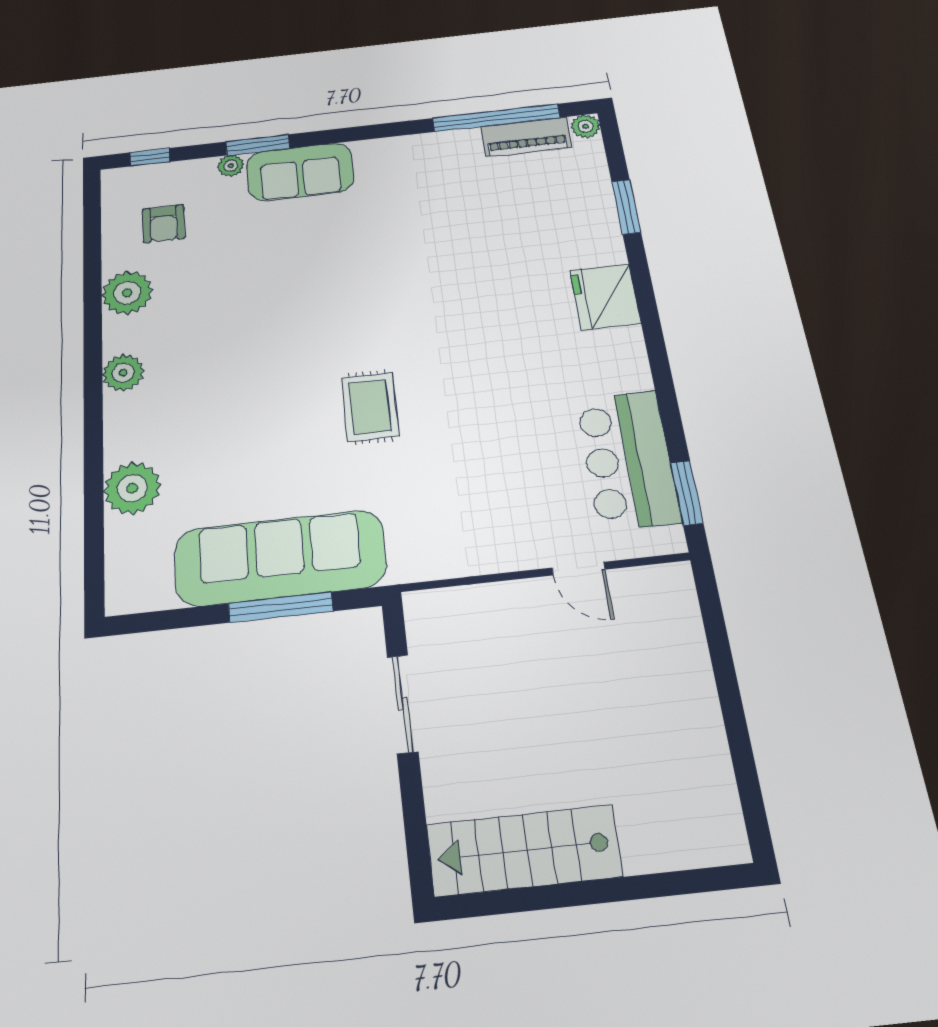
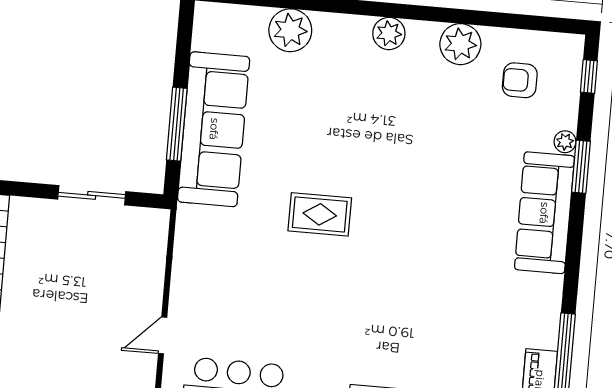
sofa: (300, 172) -> (544, 213), width x1.36

